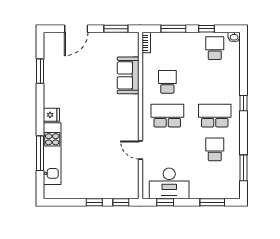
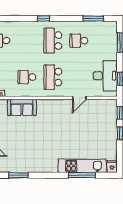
fridge: (51, 115) -> (112, 166), moved

